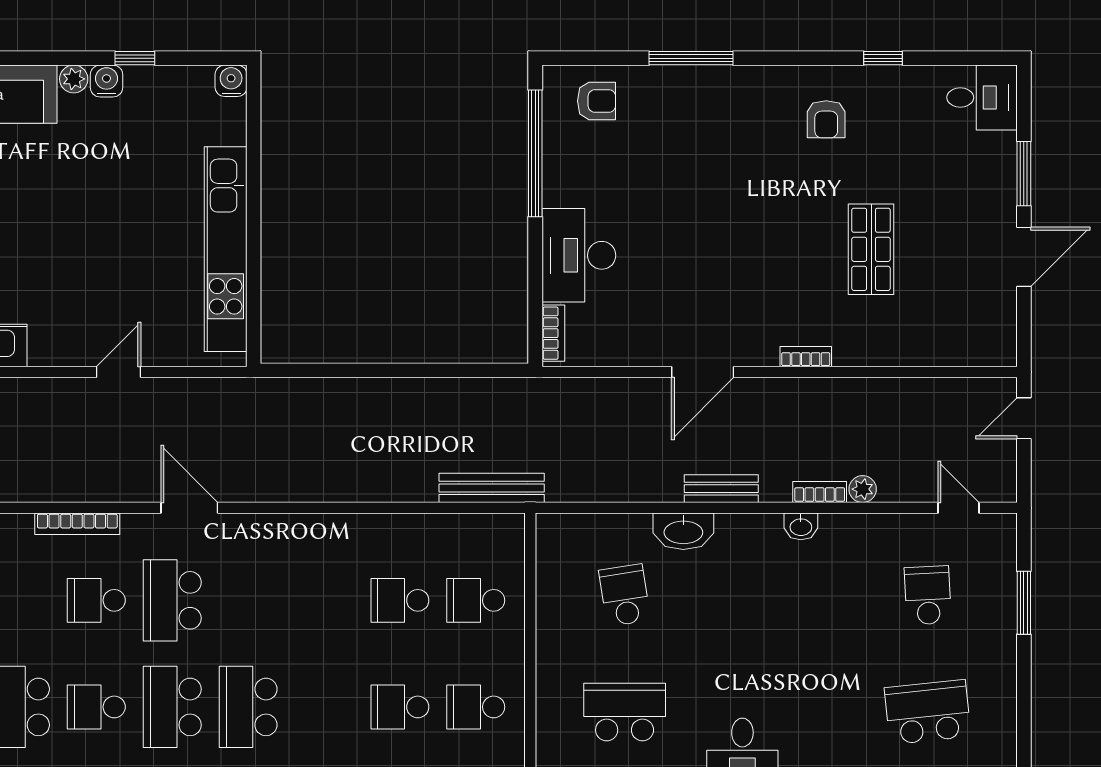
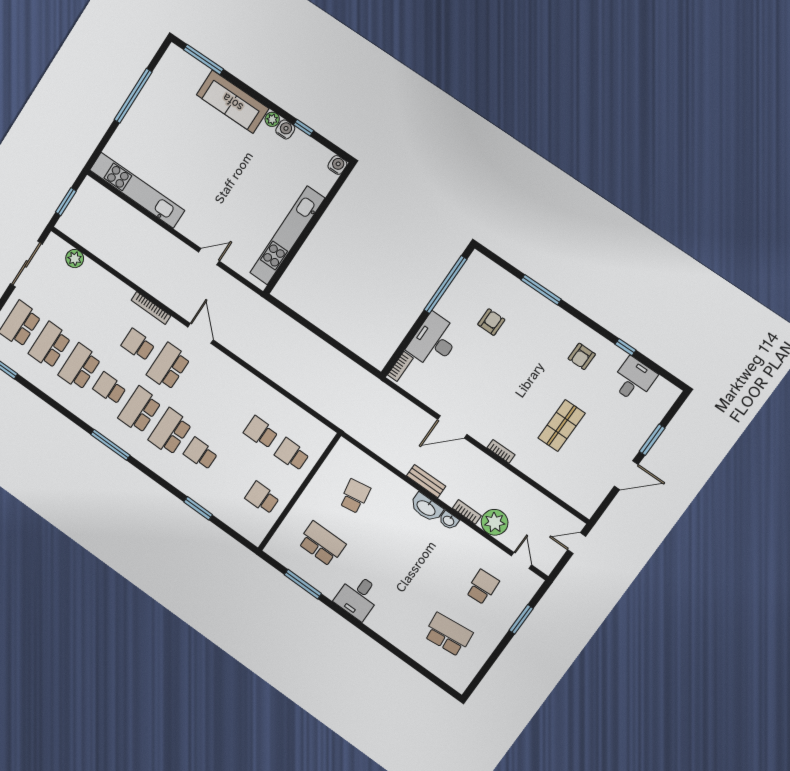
desk: (982, 97) -> (634, 380), moved, turned -90
armchair: (597, 101) -> (491, 322), moved, turned -90
bench: (492, 488) -> (330, 413), removed
plant: (863, 489) -> (495, 522), width x1.88, depth x1.88
washbasin: (683, 531) -> (426, 508), moved
school desk: (400, 707) -> (201, 454), moved

